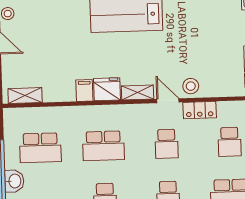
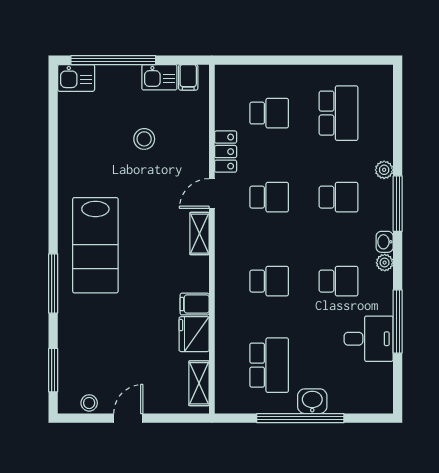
stool: (191, 86) -> (144, 139), moved
fridge: (107, 89) -> (194, 334), moved
school desk: (103, 146) -> (269, 281), width x0.54

